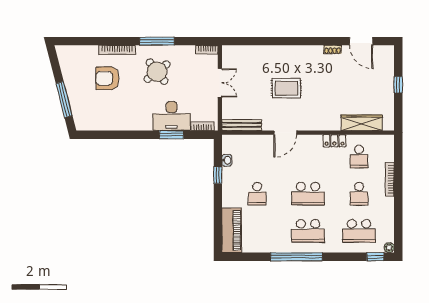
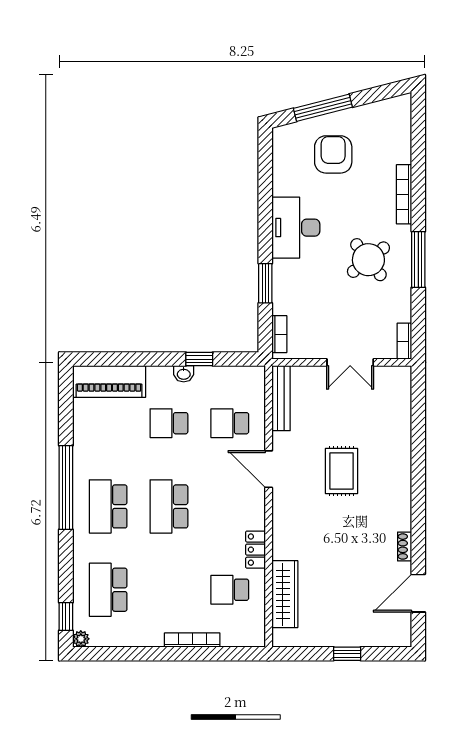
armchair: (107, 78) -> (333, 154), moved
desk: (172, 116) -> (296, 228), moved
washbasin: (227, 160) -> (184, 374), moved
school desk: (359, 194) -> (230, 423), moved

